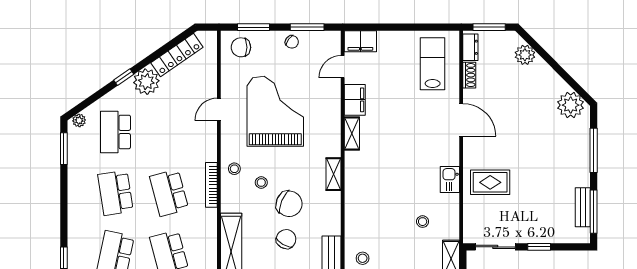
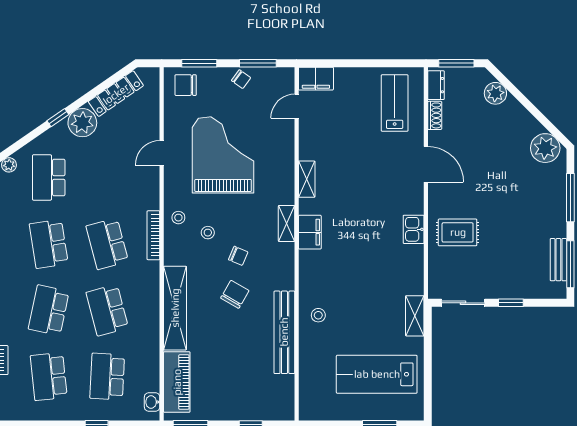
filing cabinet: (355, 100) -> (310, 232), moved
chair: (289, 204) -> (238, 256), width x0.54, depth x0.54
stool: (423, 222) -> (384, 275), removed

